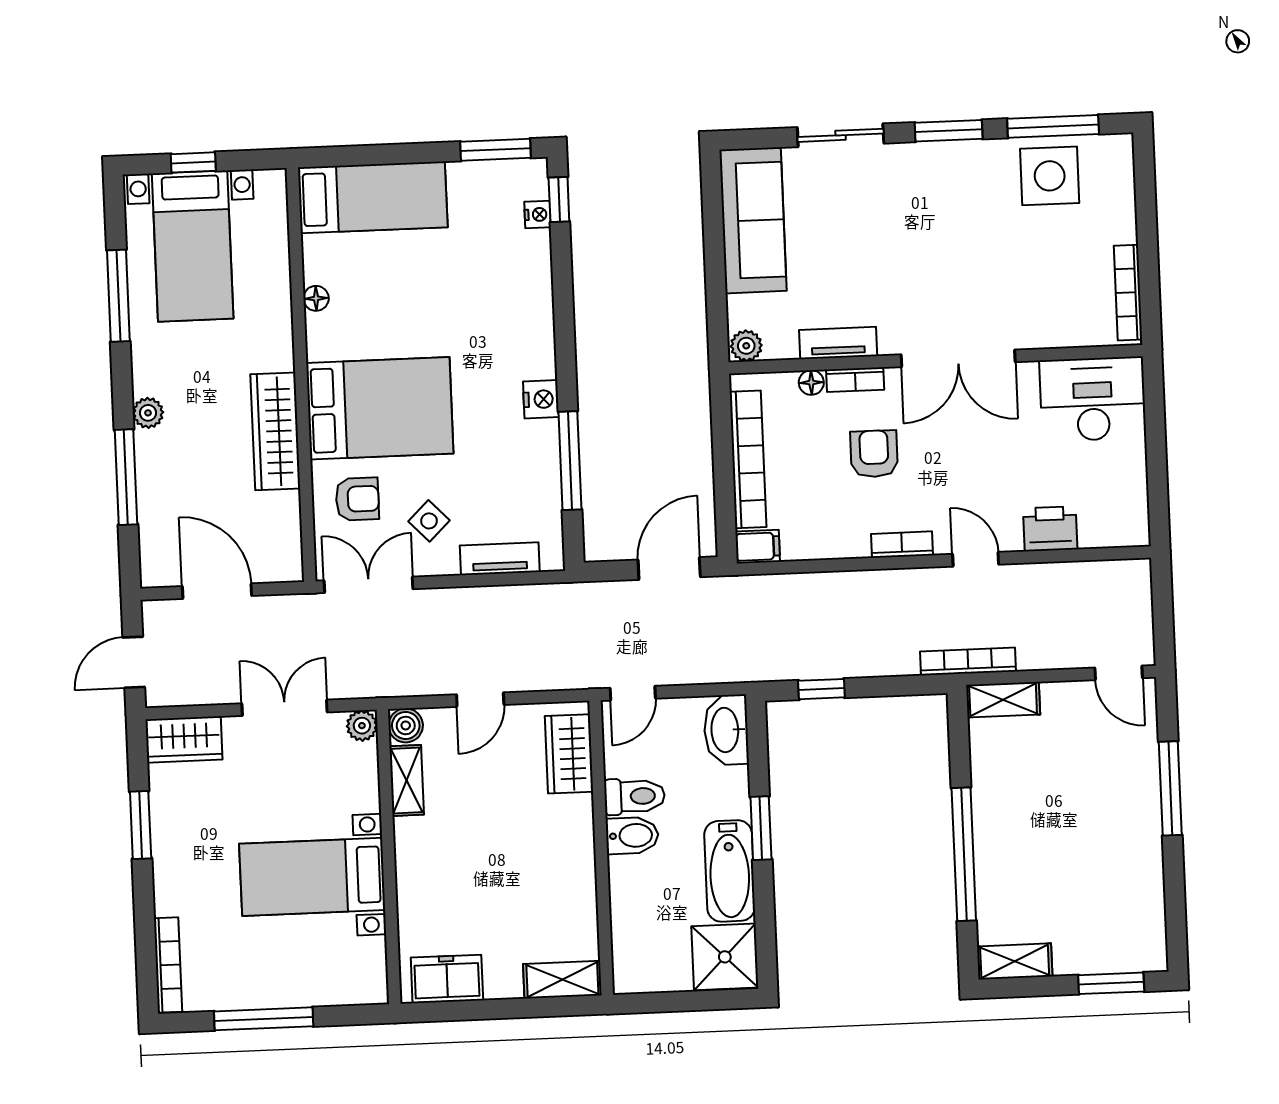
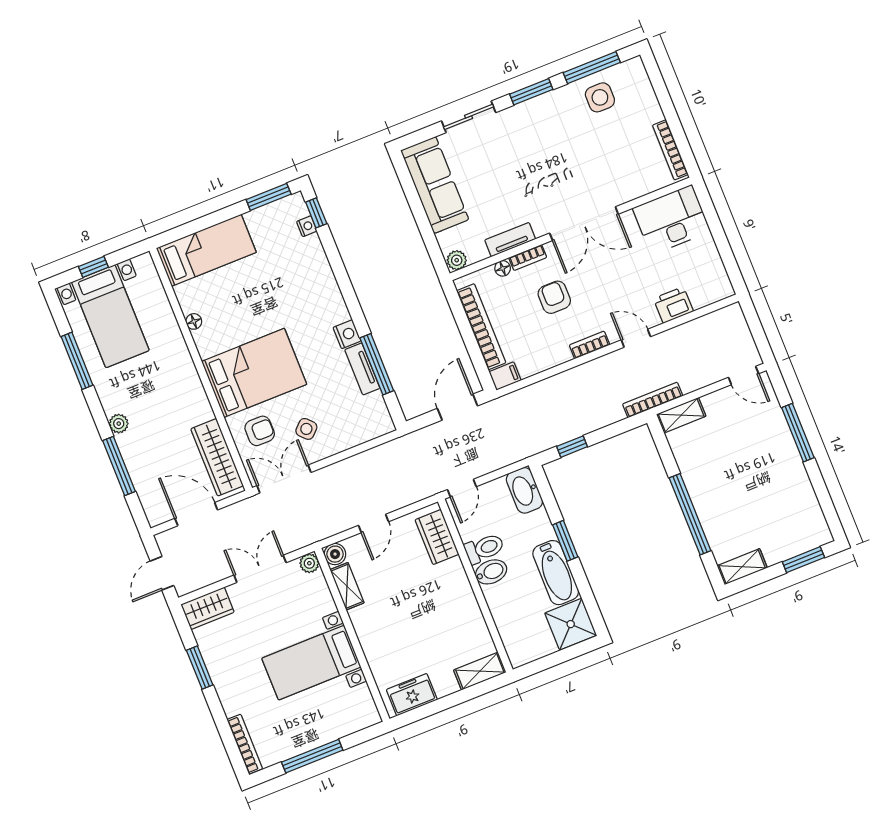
side table: (1050, 176) -> (600, 97), width x0.73, depth x0.73
wardrobe: (275, 431) -> (217, 457), moved
tv unit: (500, 559) -> (362, 369), moved, turned -90

